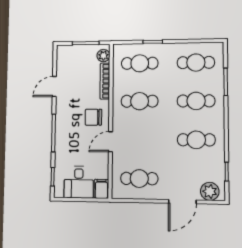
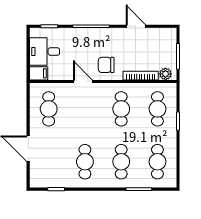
chair: (93, 117) -> (106, 65), turned -90
plant: (210, 191) -> (38, 174), removed

